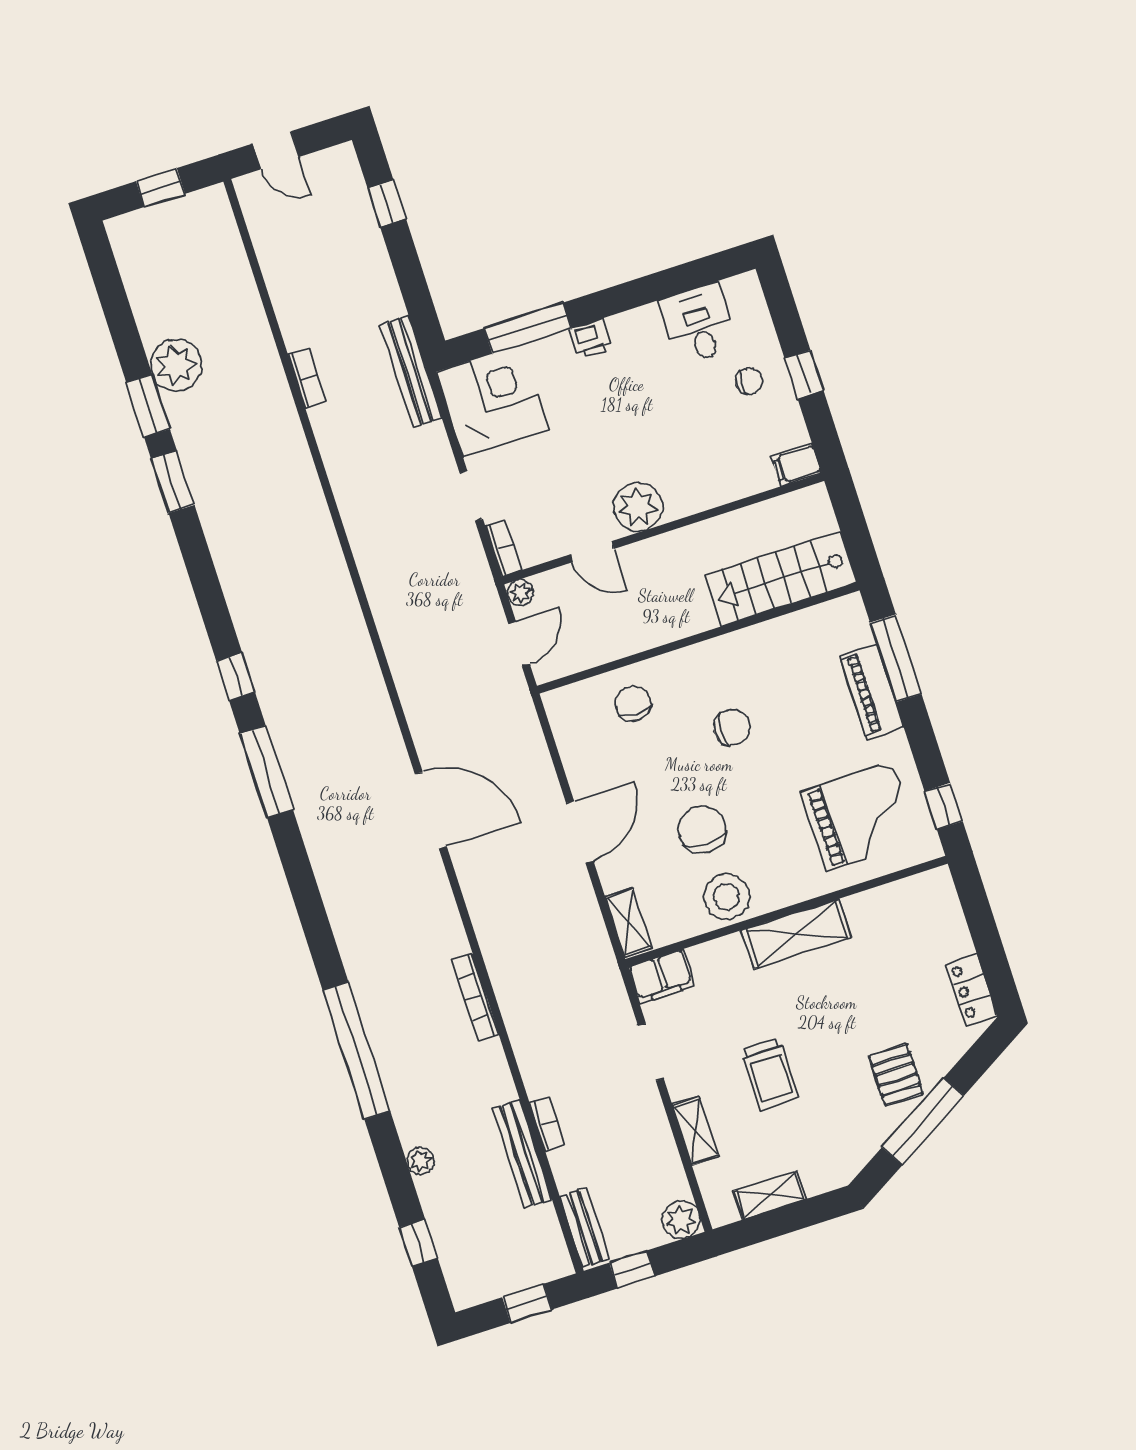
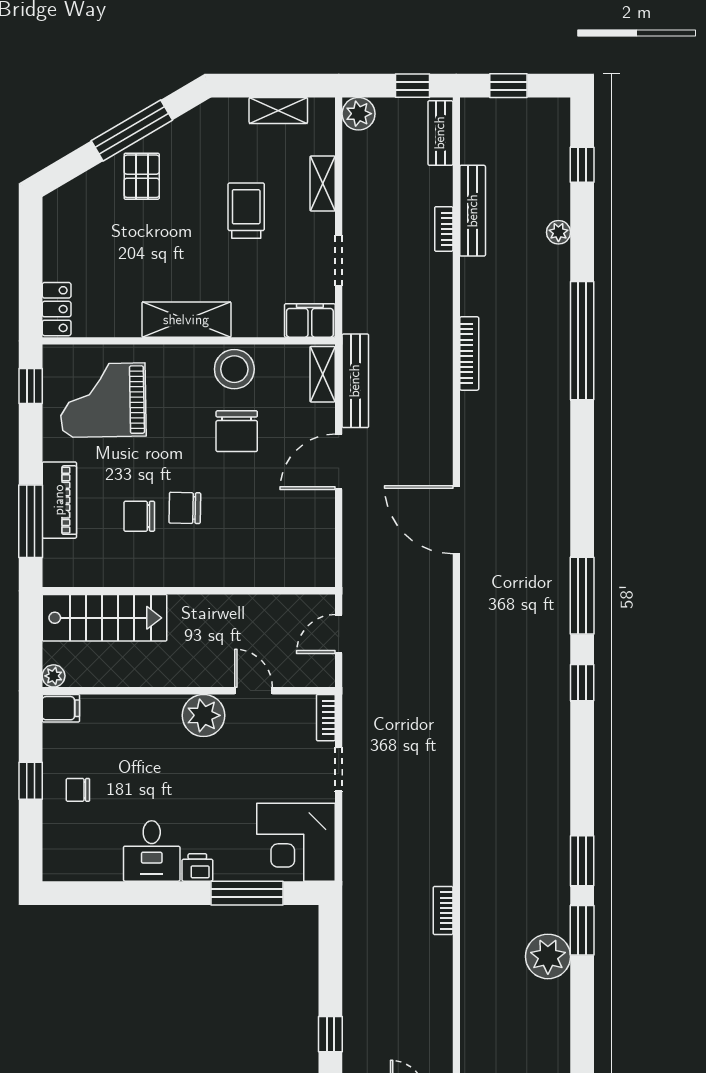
desk: (699, 324) -> (152, 851), moved
bench: (411, 371) -> (355, 381), moved
plant: (520, 593) -> (54, 676), moved
chair: (633, 704) -> (139, 516), moved, turned 90
locker: (971, 990) -> (57, 309), moved

